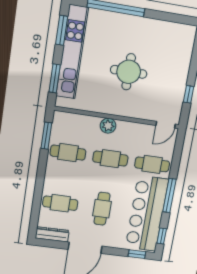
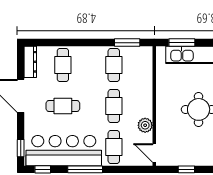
plant: (108, 126) -> (145, 125), moved

